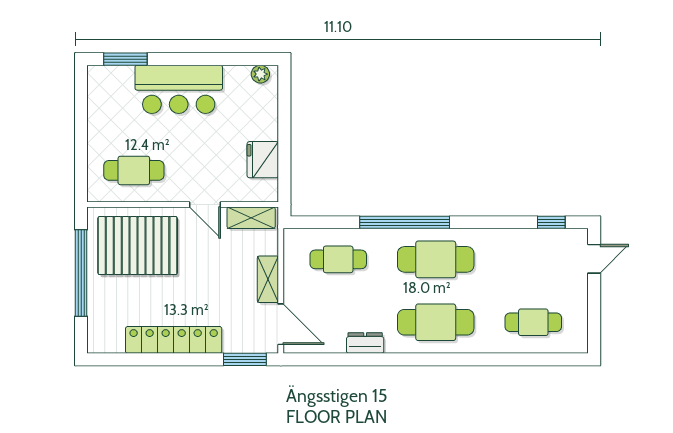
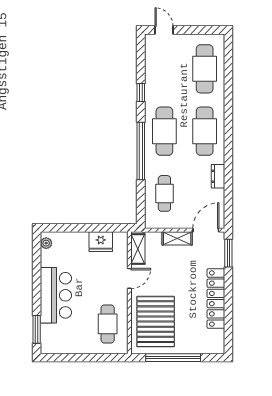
window: (551, 222) -> (141, 93), moved
cafe table: (533, 322) -> (205, 69), width x1.37, depth x1.35

